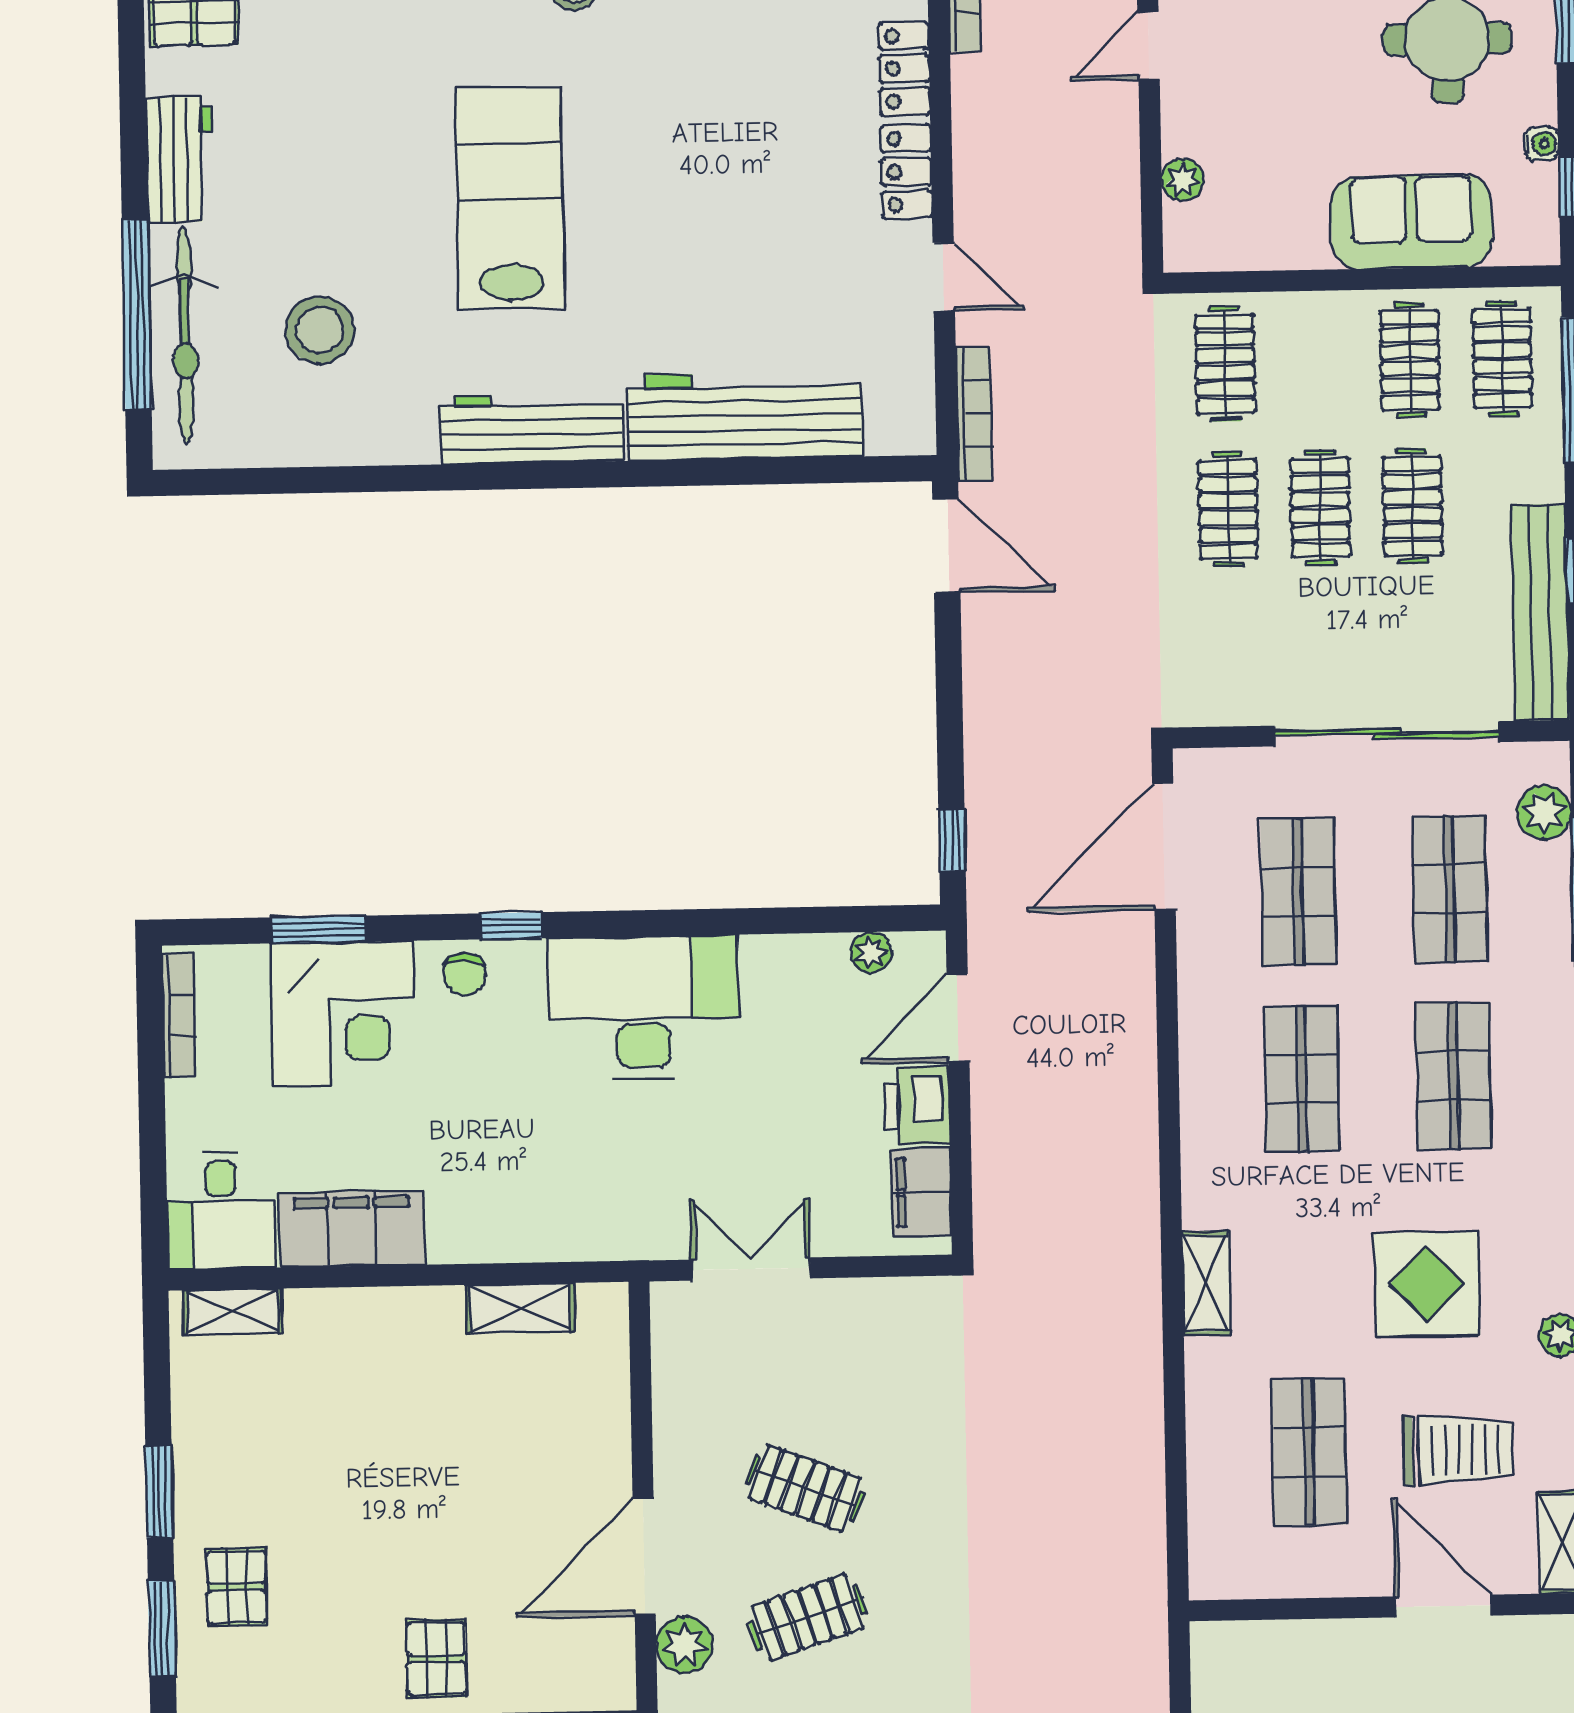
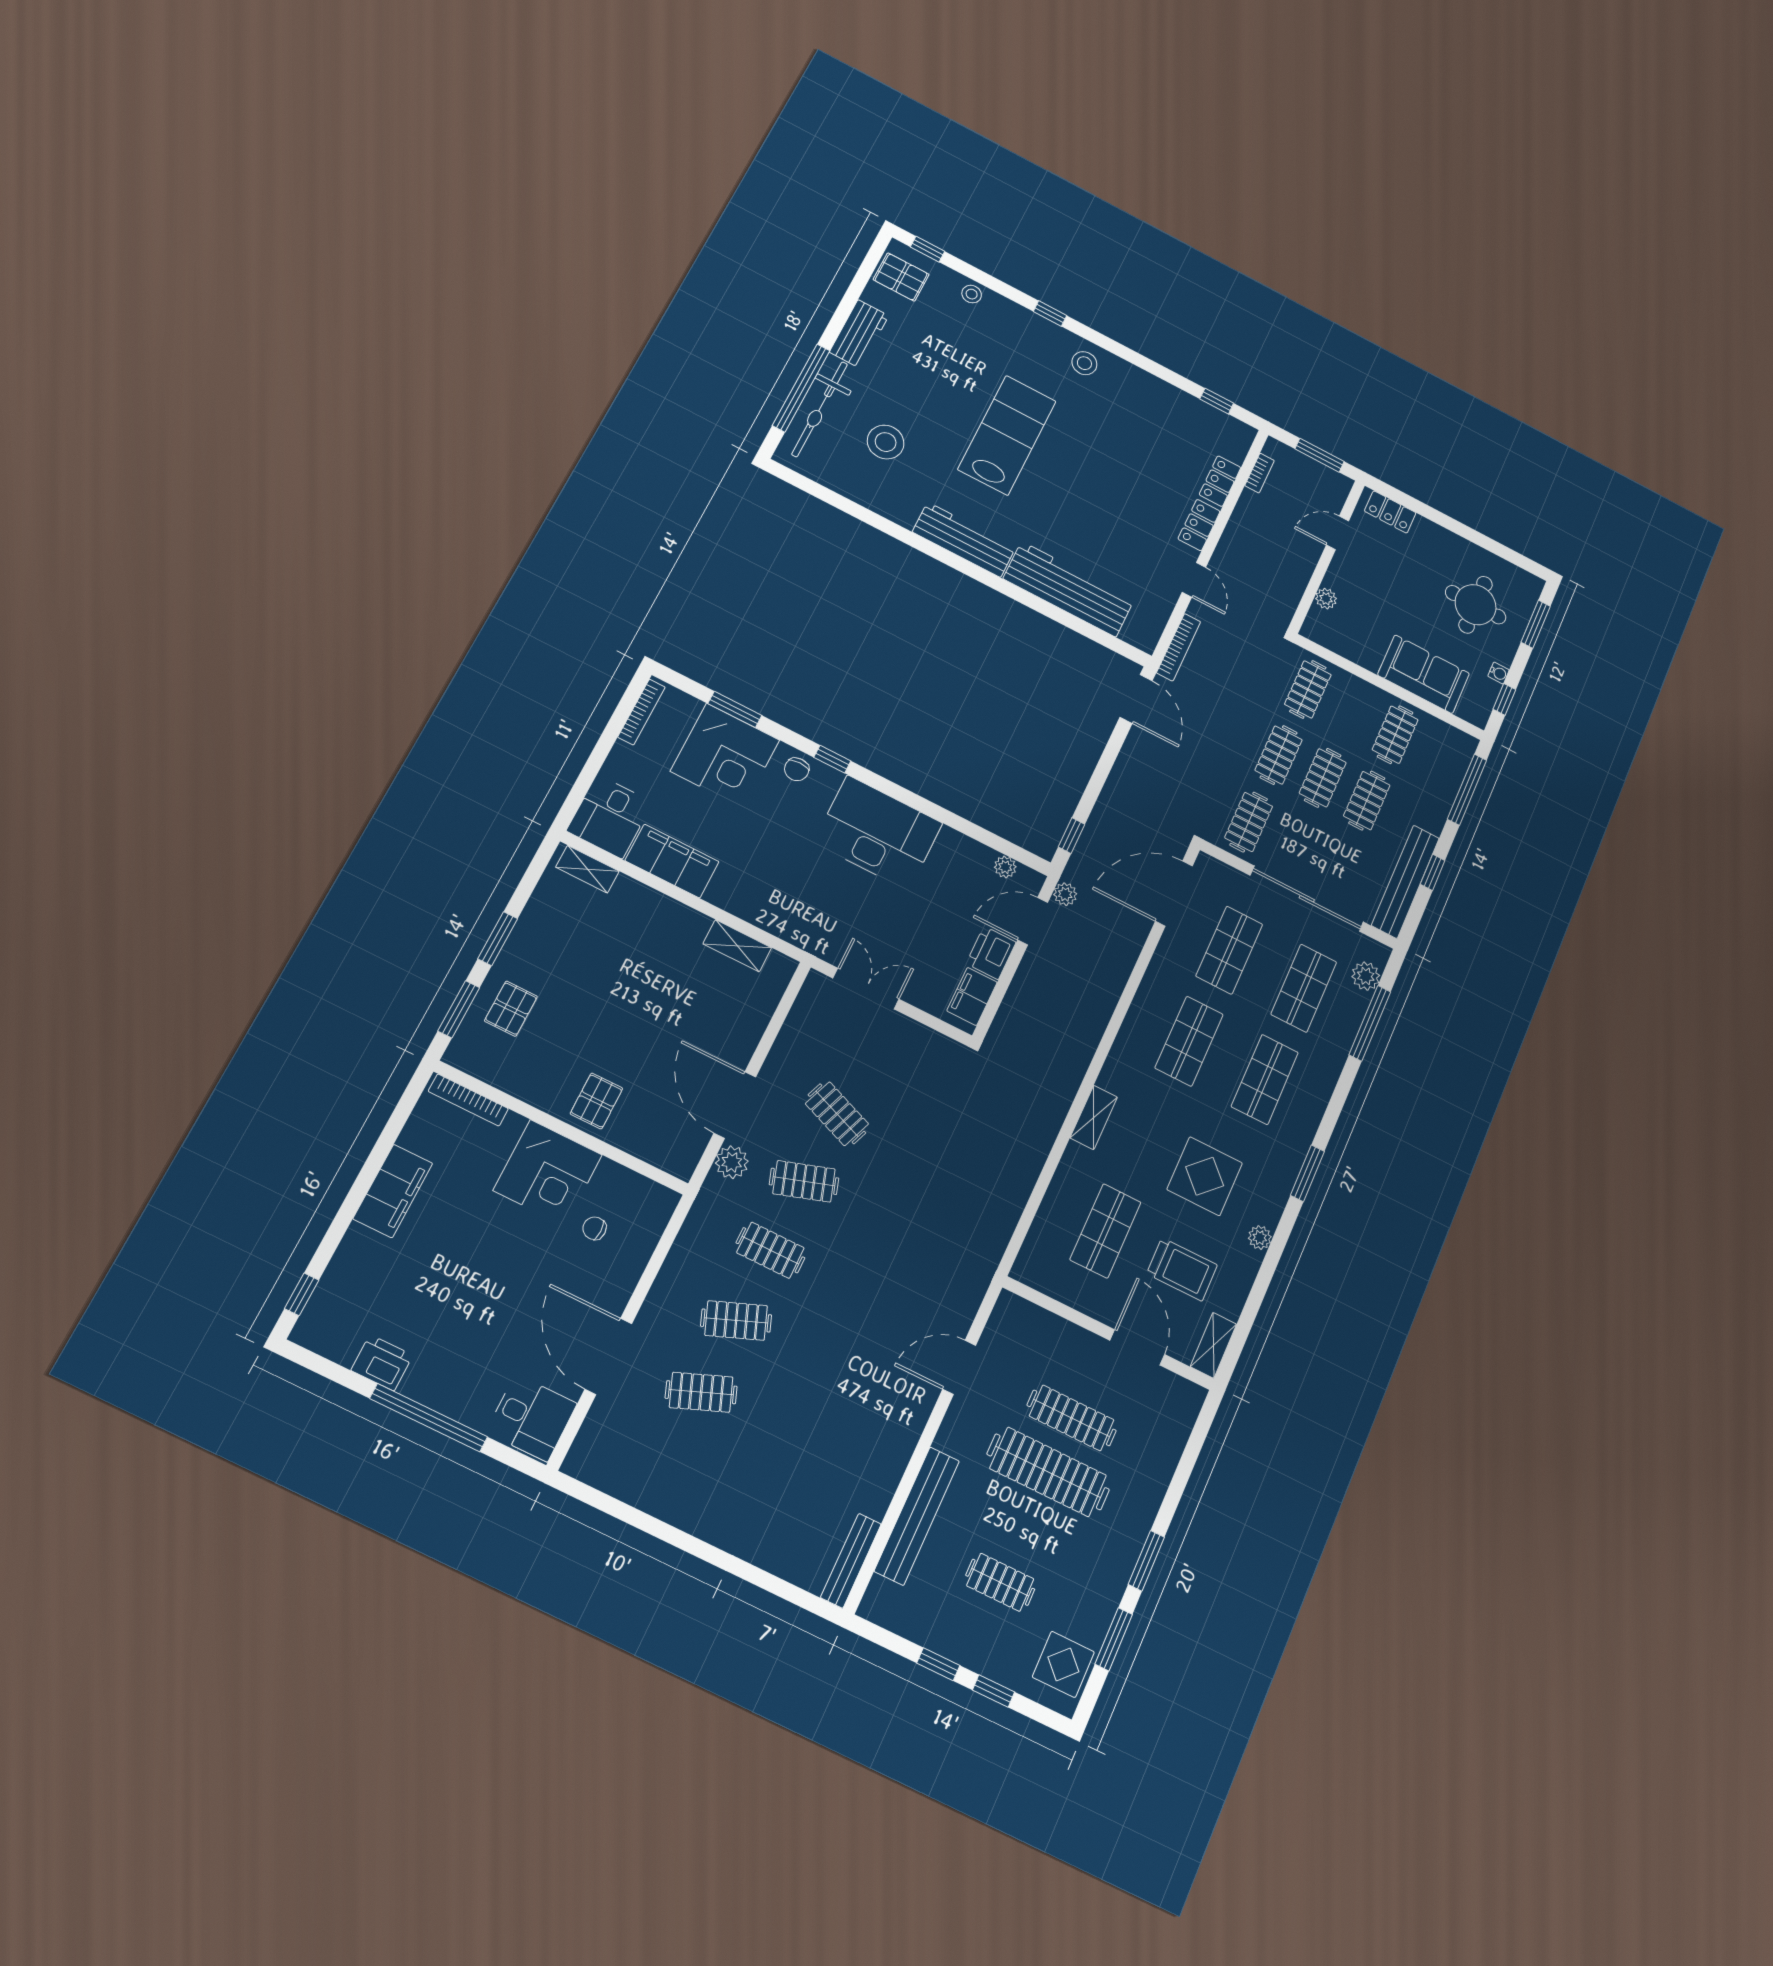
clothes rail: (1502, 358) -> (1249, 822), moved
plant: (989, 944) -> (1065, 894), added
door: (644, 1556) -> (735, 1105), hinge flipped

